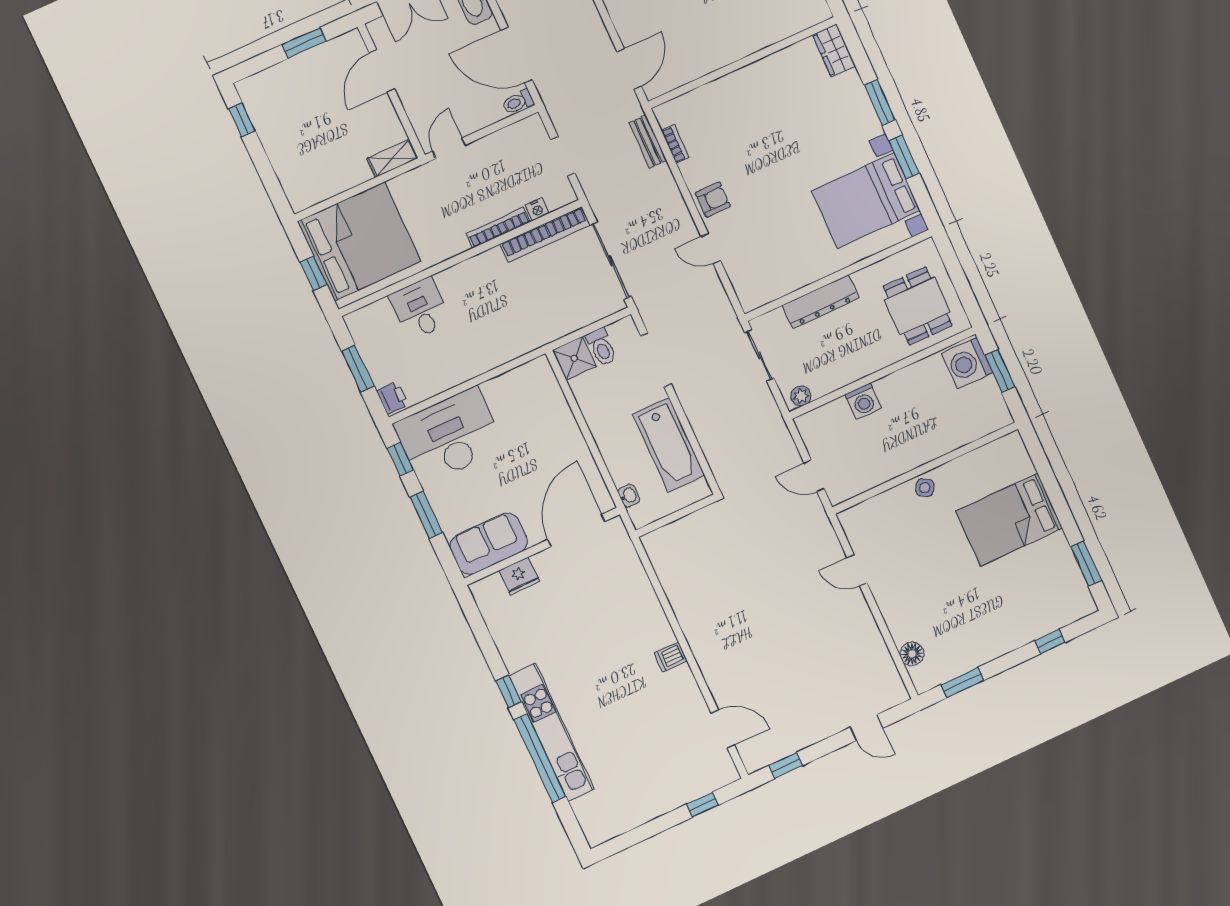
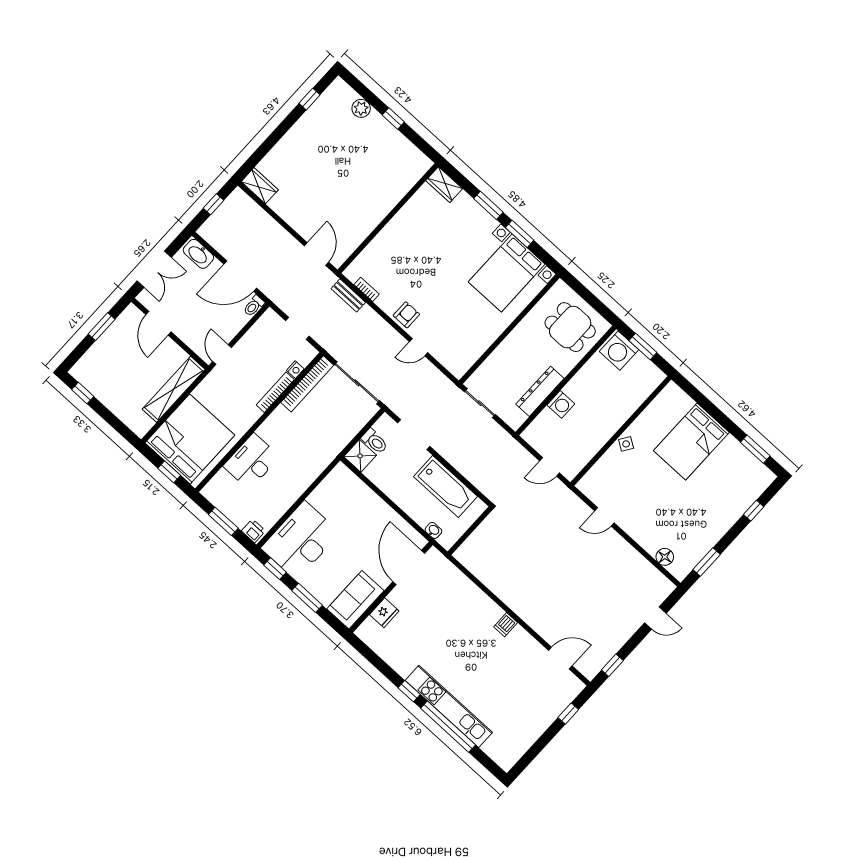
shelving: (392, 158) -> (174, 389), width x2.20, depth x1.33
dresser: (821, 302) -> (540, 391), moved, turned 180
desk: (420, 309) -> (251, 461), width x1.37
plant: (801, 396) -> (518, 418), removed

